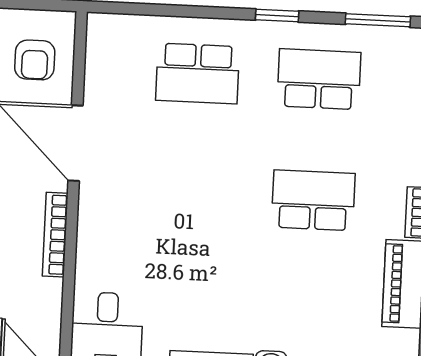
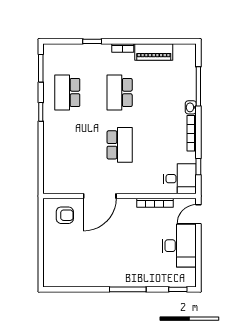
school desk: (198, 73) -> (120, 145), moved
bookcase: (55, 235) -> (155, 203), moved

